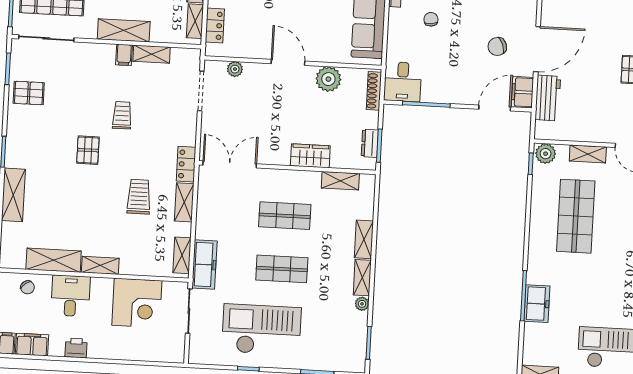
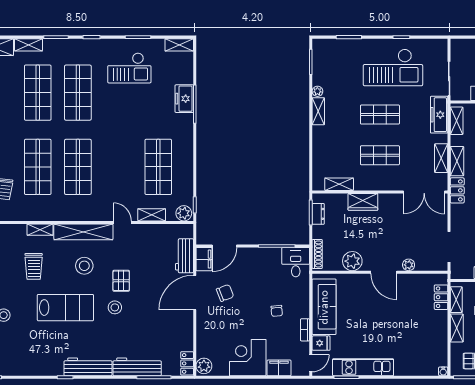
plant: (235, 69) -> (409, 265), moved
shelving: (364, 239) -> (441, 158), moved

